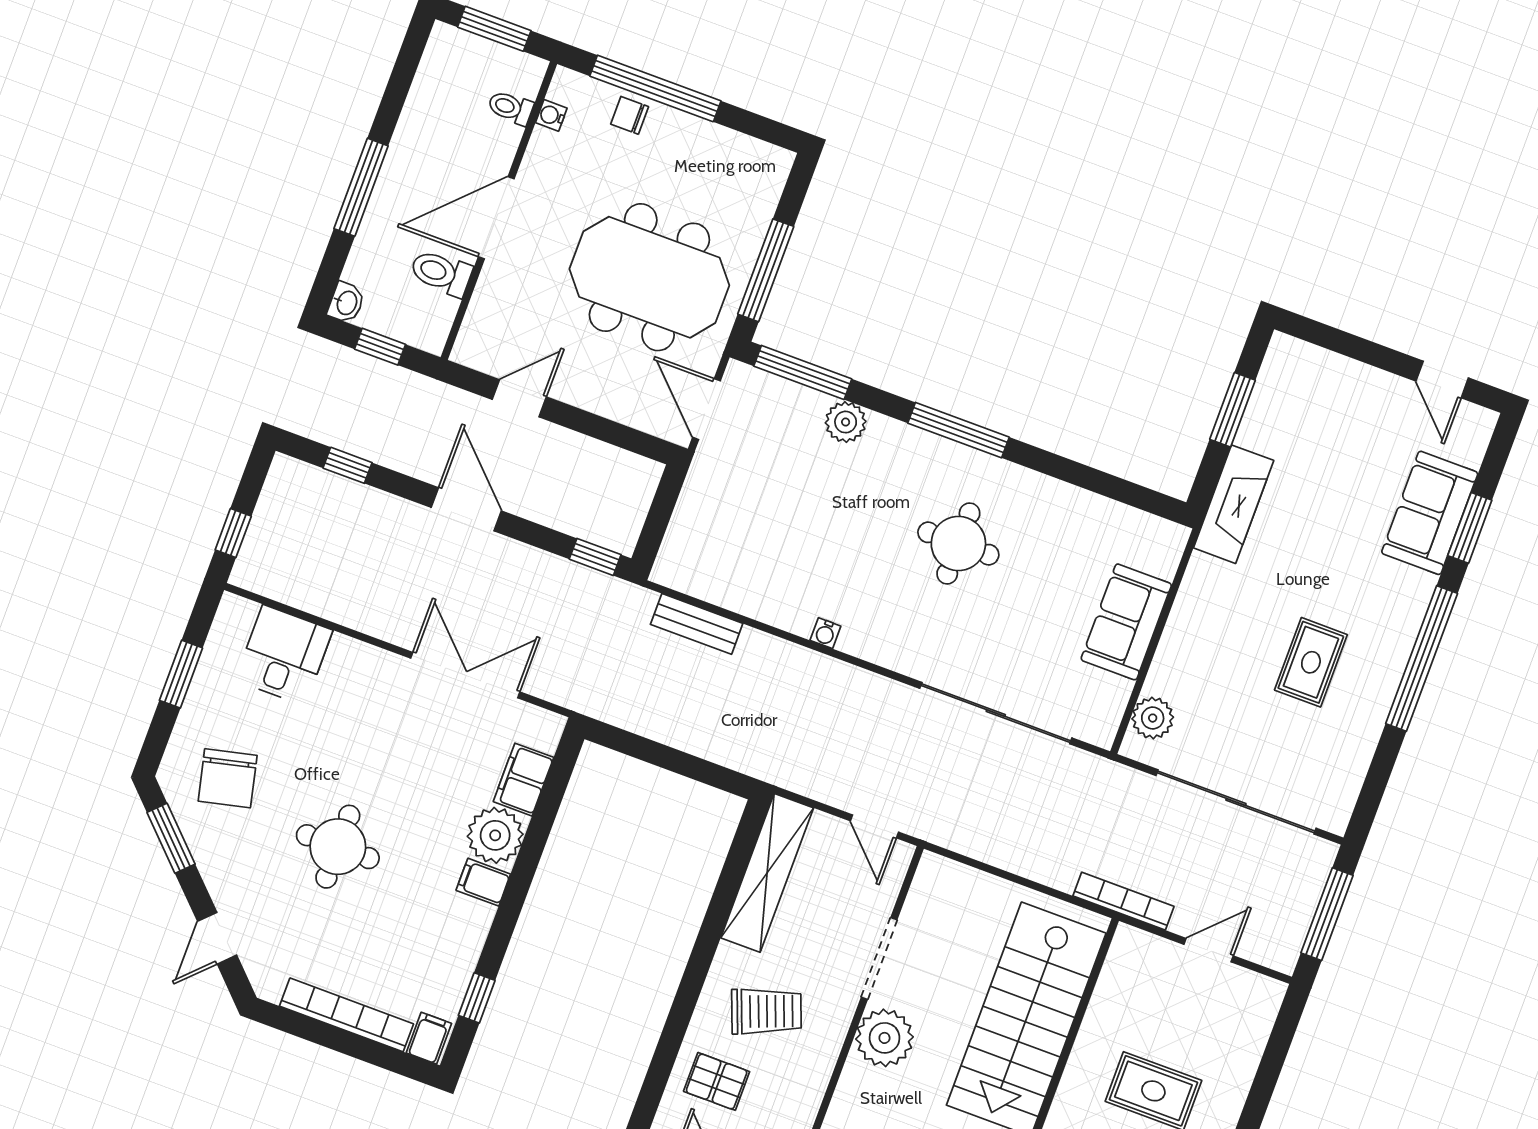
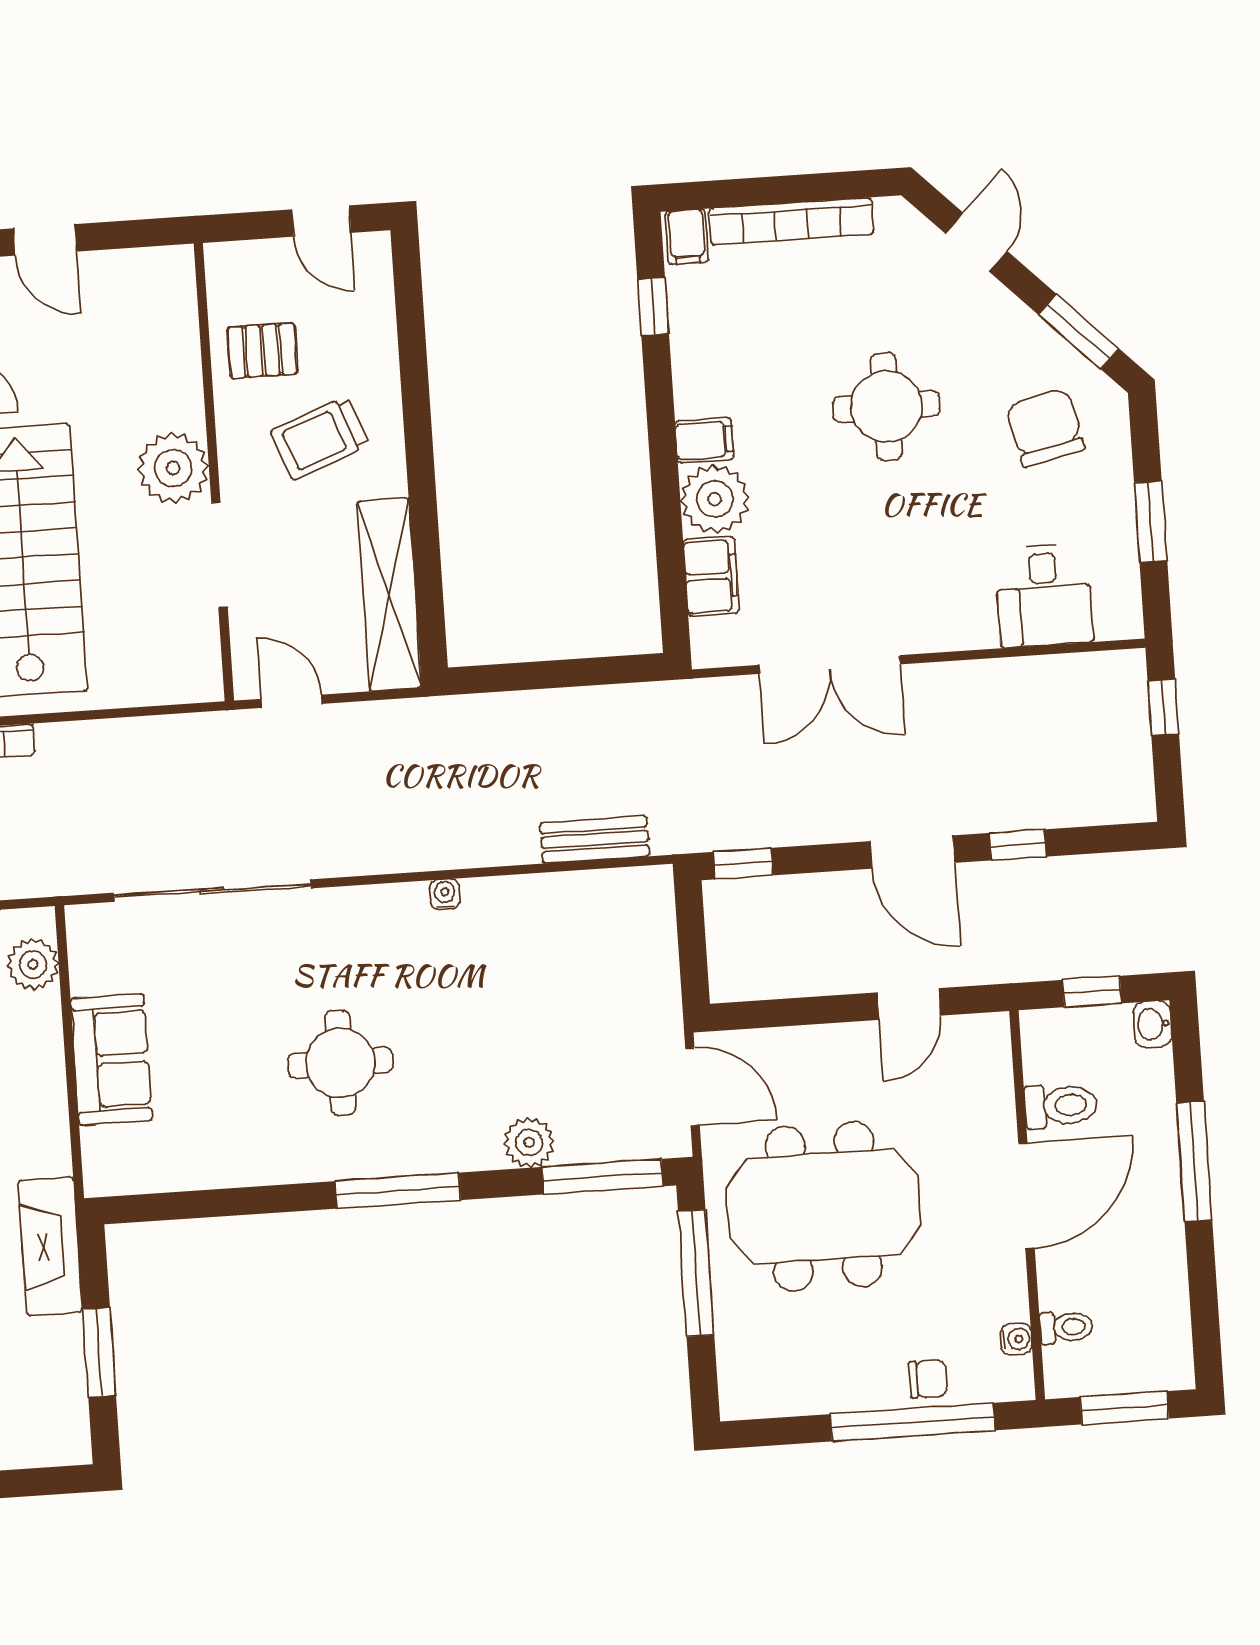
window: (348, 465) -> (1018, 845), moved
pallet: (717, 1081) -> (262, 351), moved

